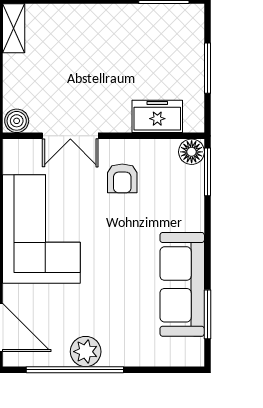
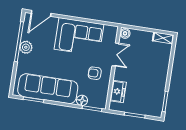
double door: (70, 136) -> (115, 54), swing flipped
floor lamp: (192, 152) -> (82, 100), moved
sofa: (182, 284) -> (48, 89), width x1.36, depth x1.27

